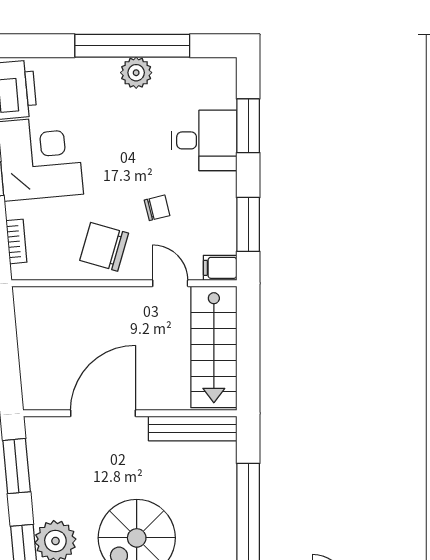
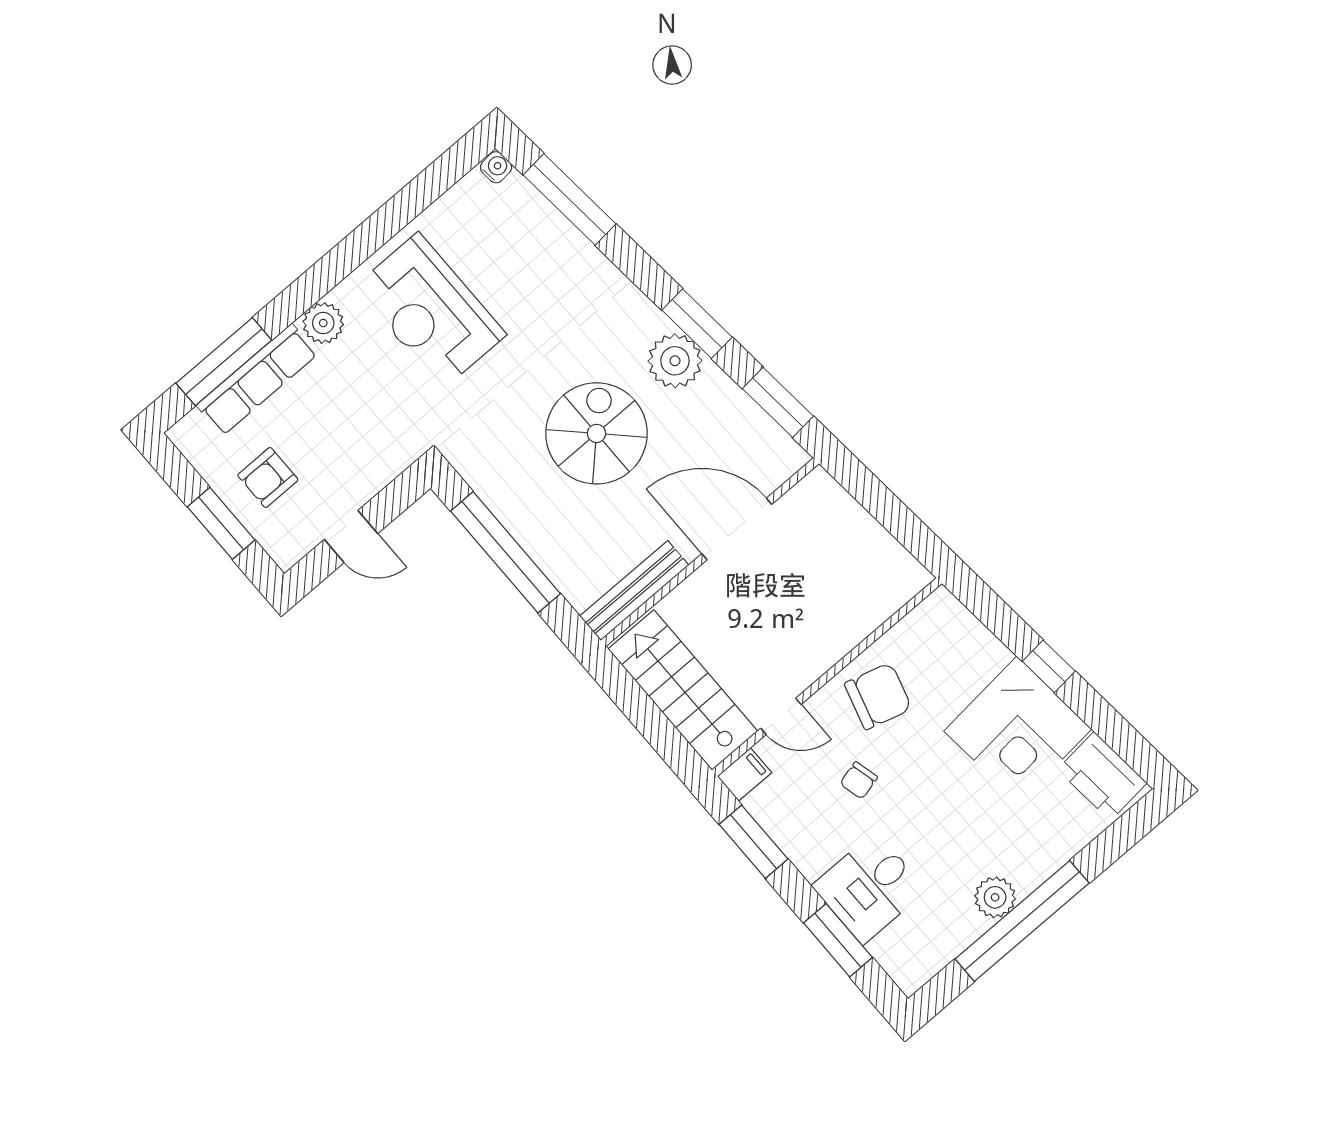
bookcase: (16, 241) -> (970, 626), removed
door: (103, 413) -> (737, 529), swing flipped

